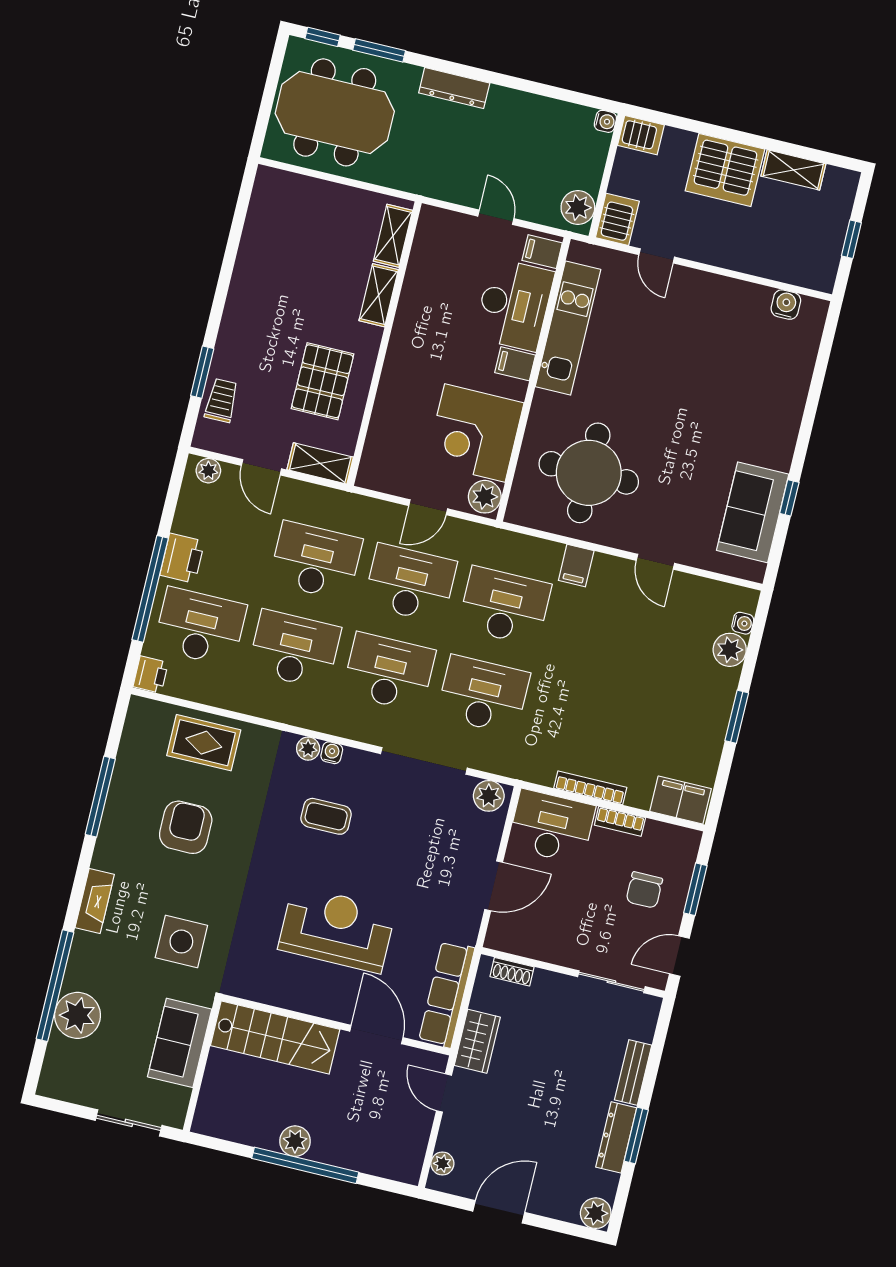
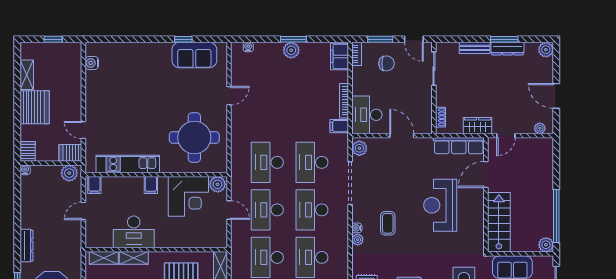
door: (657, 256) -> (83, 130), swing flipped
desk: (514, 305) -> (134, 232), moved, turned 180
filing cabinet: (576, 566) -> (339, 126), moved, turned 180
plant: (730, 650) -> (291, 50), moved
bookcase: (620, 821) -> (357, 54), moved
plant: (295, 1141) -> (546, 245), moved
window: (305, 1165) -> (556, 216), moved

